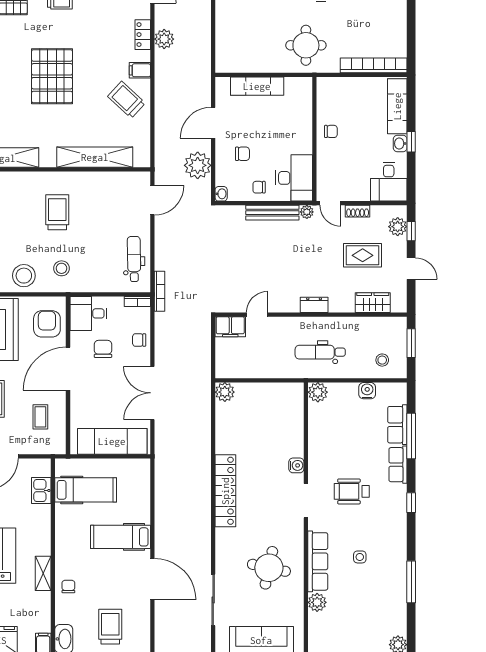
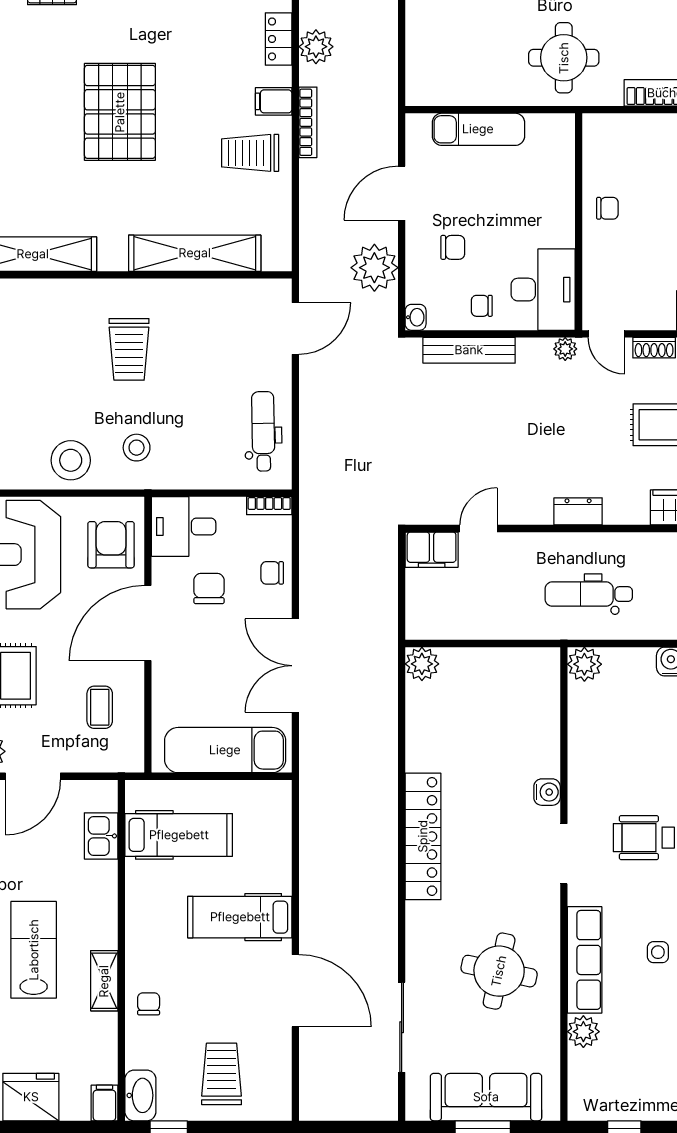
trolley: (126, 100) -> (250, 153), turned -43
trolley: (57, 212) -> (129, 349), turned 180
bench: (272, 213) -> (469, 350), moved
bookcase: (160, 291) -> (308, 122), moved

